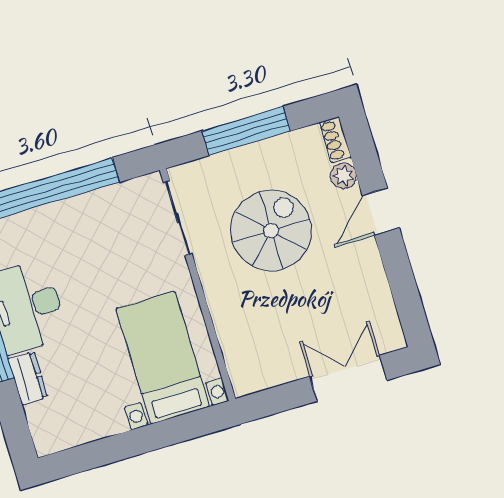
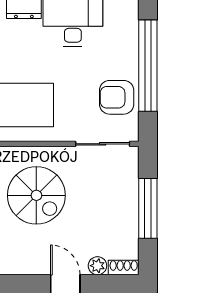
armchair: (109, 218) -> (117, 97), added
spiral stairs: (271, 231) -> (36, 195), moved

